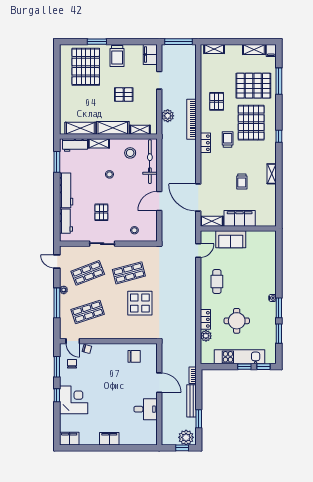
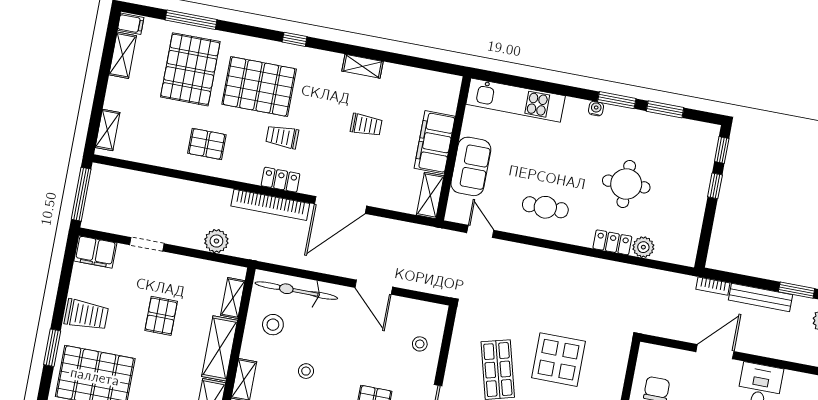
bookcase: (191, 119) -> (270, 205), moved
door: (198, 198) -> (341, 205), moved
kitchen unit: (240, 357) -> (516, 100), moved, turned -90

